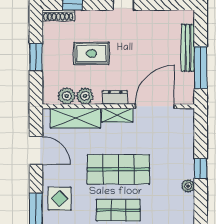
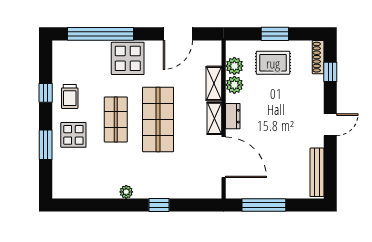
bench: (188, 48) -> (317, 172), moved, turned 90
rug: (91, 54) -> (273, 63), moved, turned 90
shelving: (75, 118) -> (214, 83), width x0.67, depth x0.75
plant: (188, 186) -> (126, 192), moved
display table: (60, 199) -> (128, 58), width x1.36, depth x1.36

